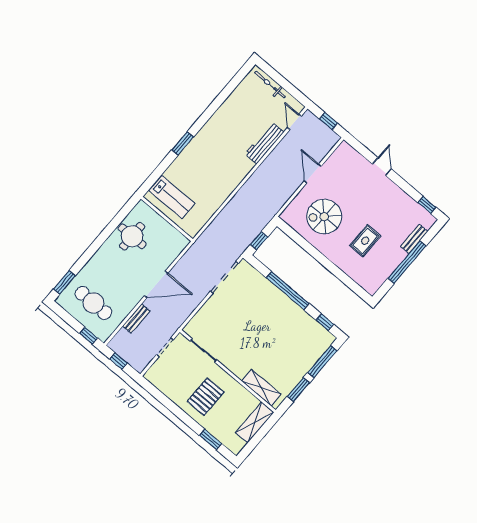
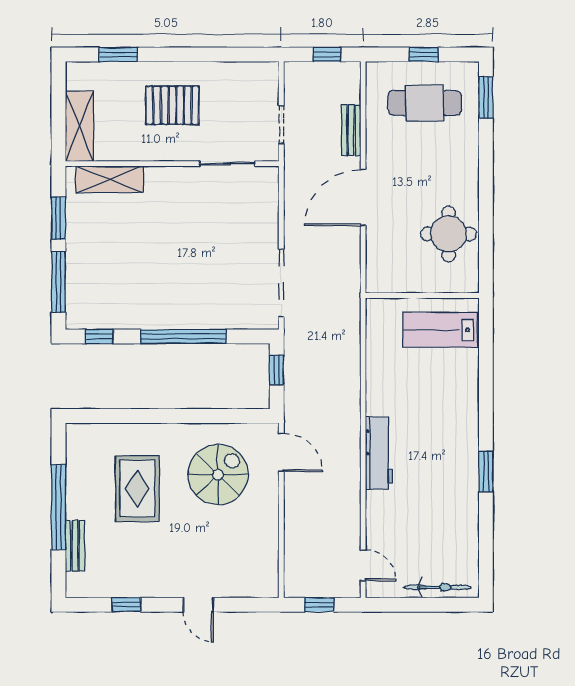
window: (183, 143) -> (486, 471), moved
workbench: (264, 143) -> (379, 453), moved
door: (313, 174) -> (281, 453), moved
window: (427, 205) -> (126, 605), moved
rug: (365, 241) -> (137, 489), width x1.36, depth x1.43
window: (88, 336) -> (424, 55), moved
pallet: (206, 397) -> (172, 105), turned 90

